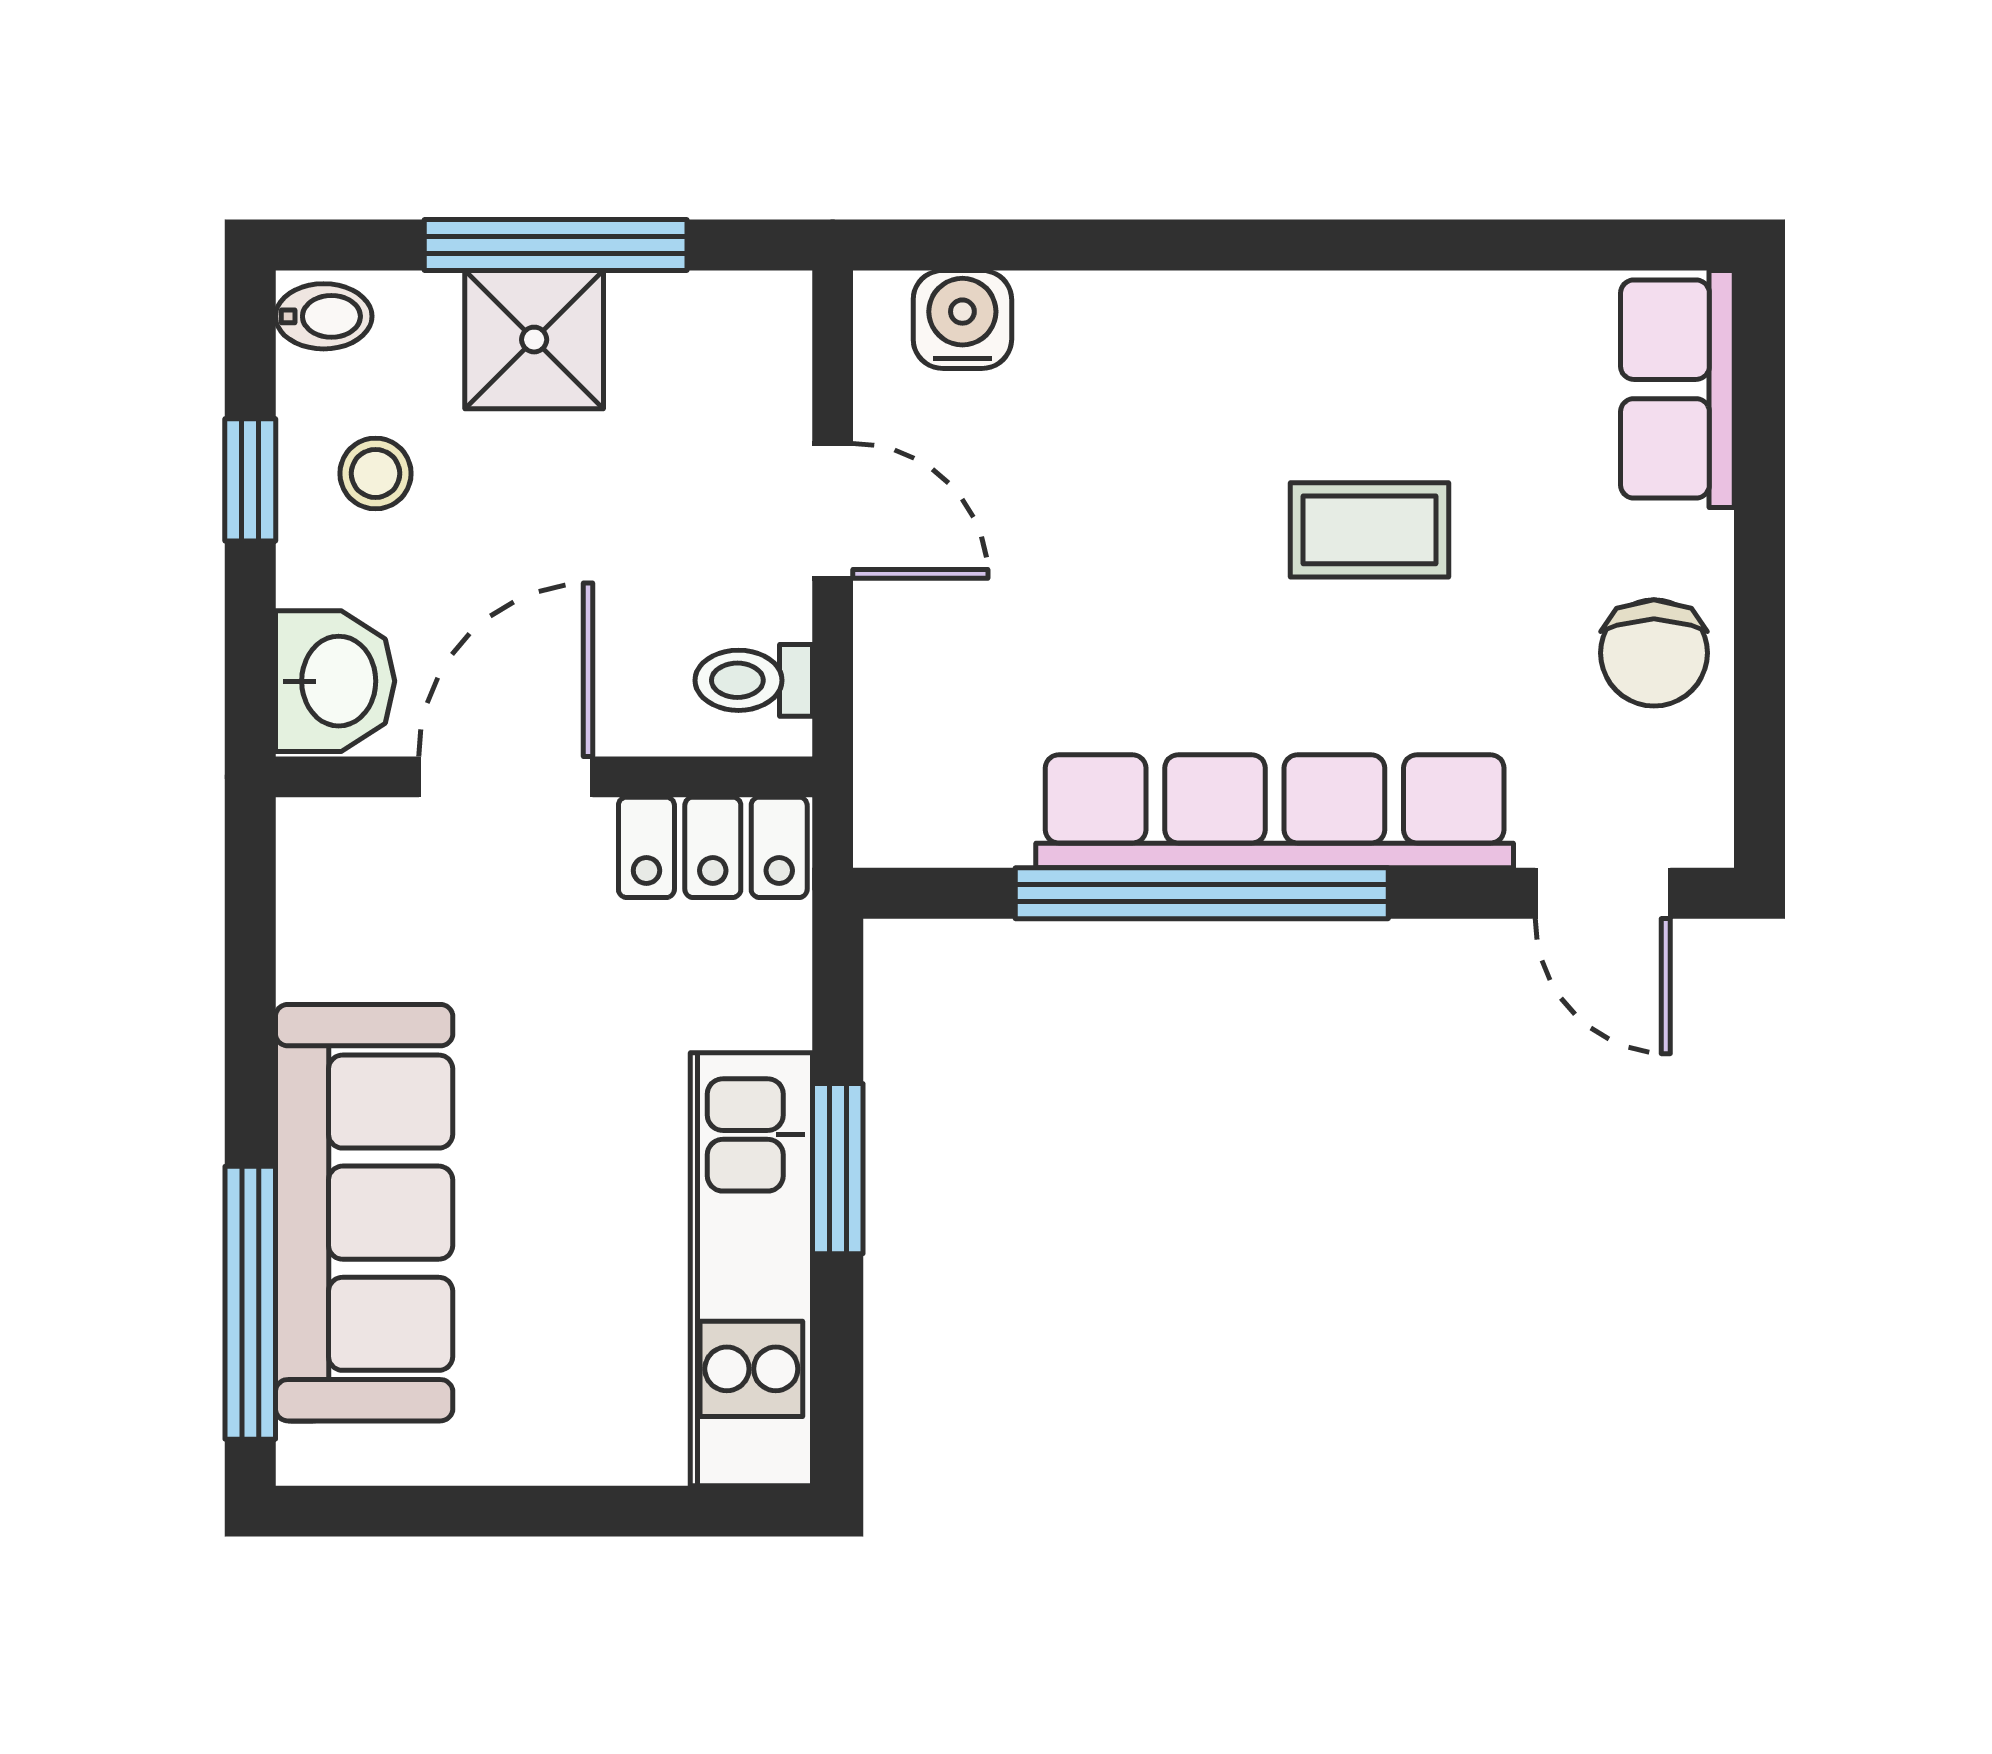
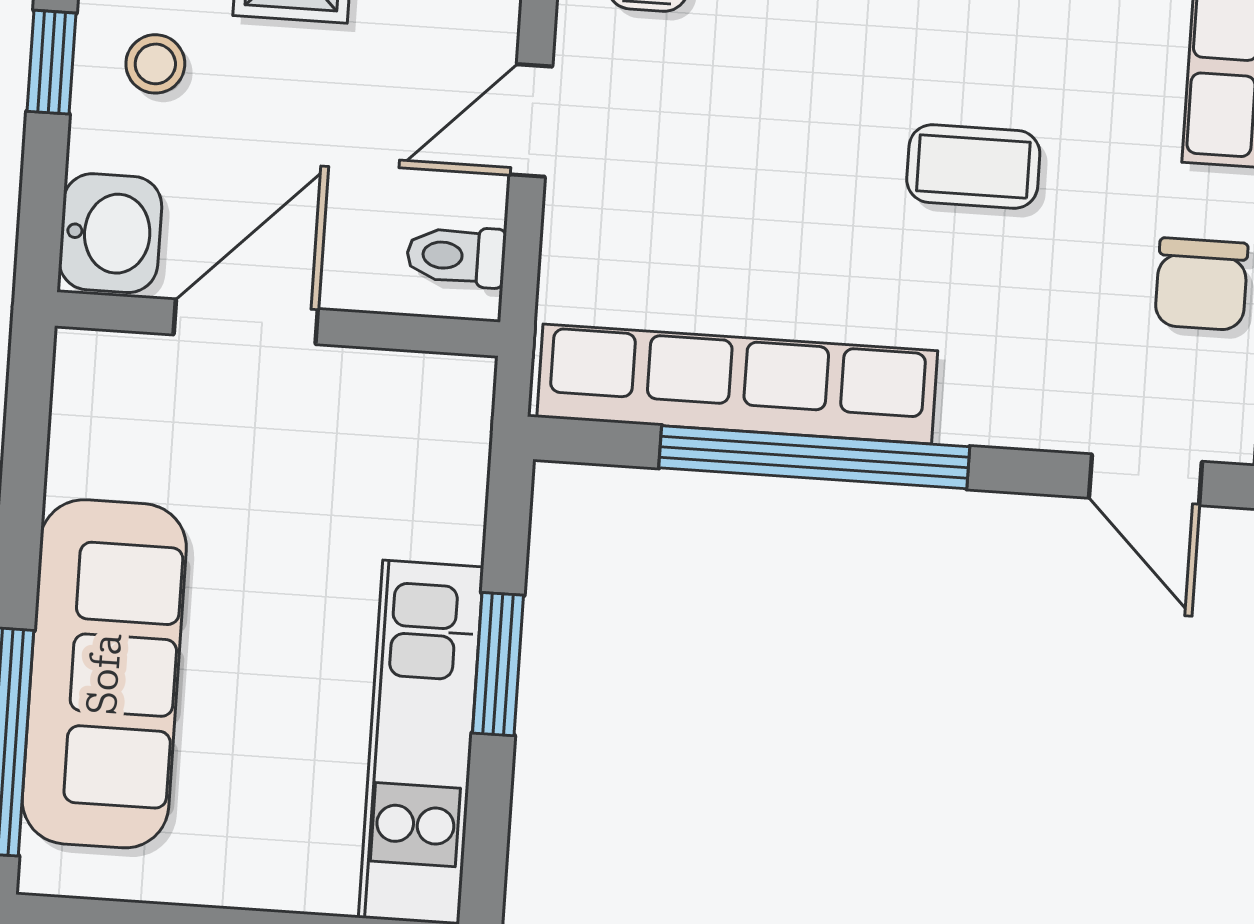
door: (833, 511) -> (531, 121), swing flipped
row of seats: (1275, 811) -> (737, 384), moved
locker: (713, 847) -> (413, 392), removed

